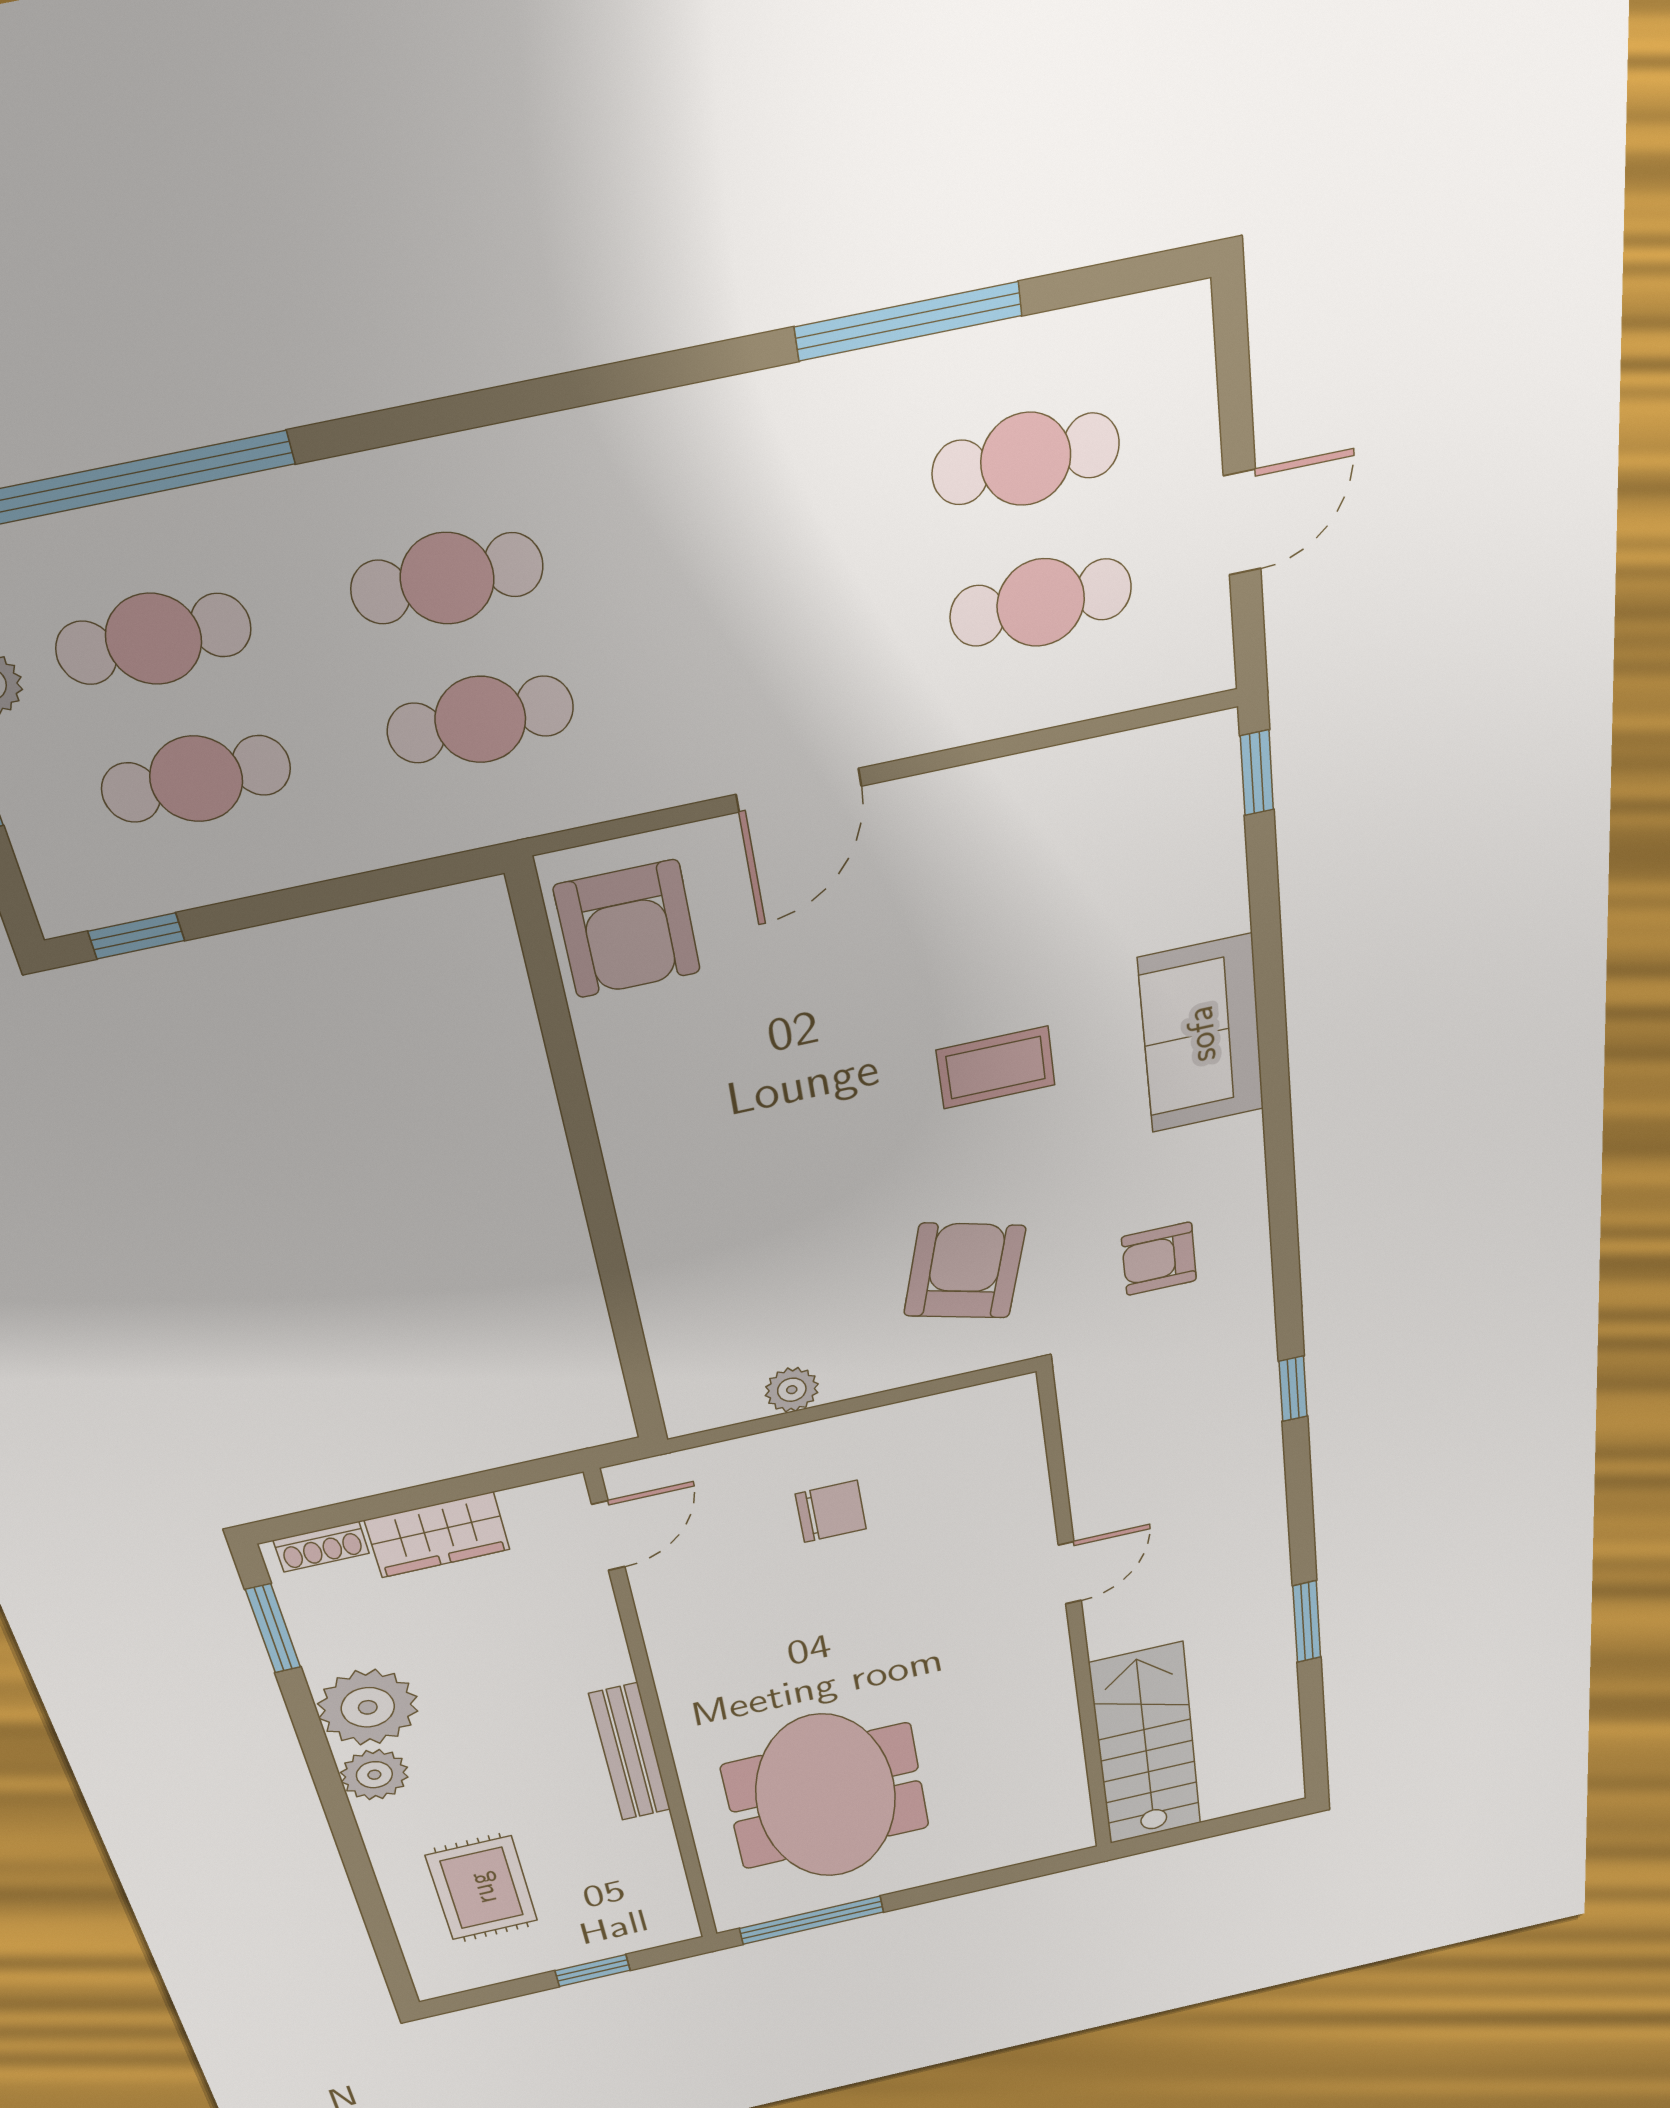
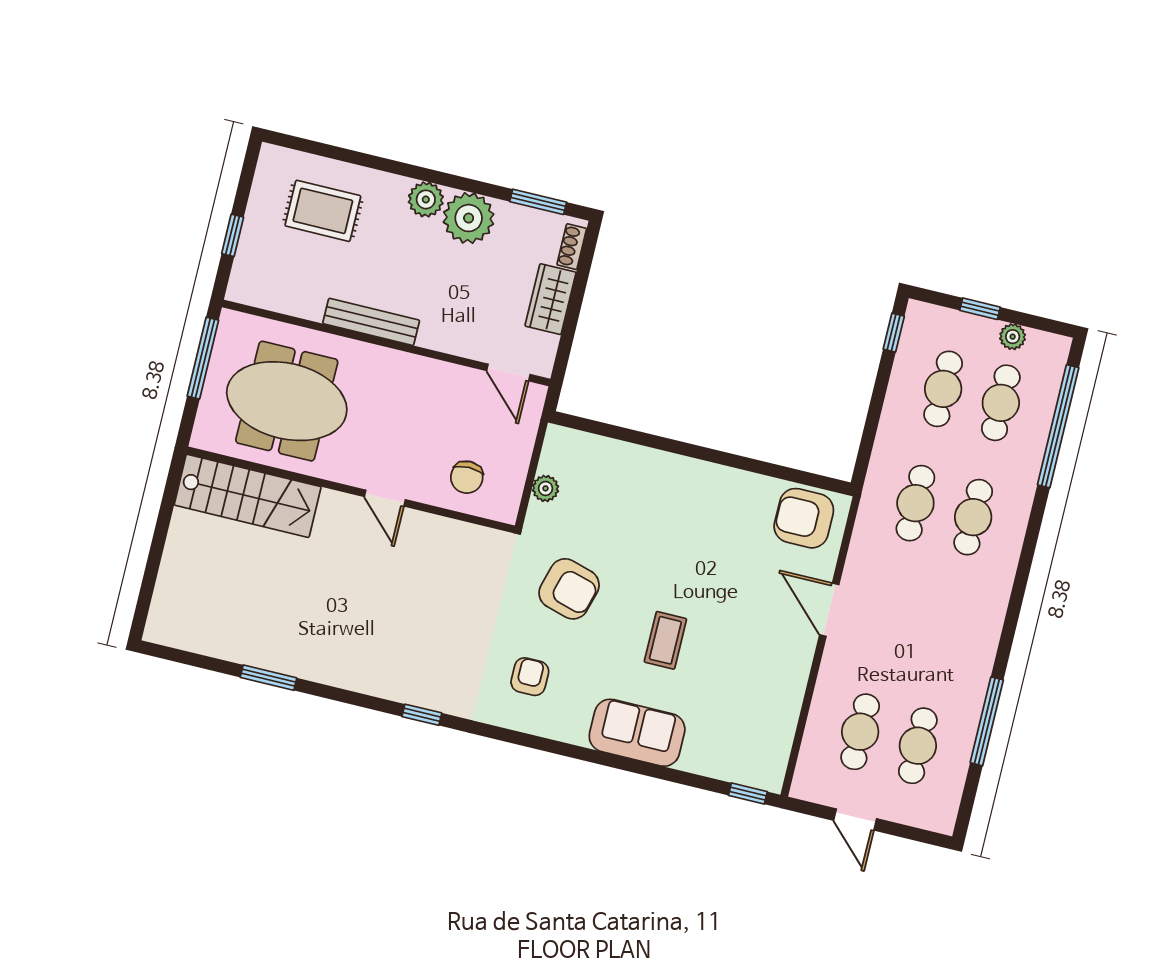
door: (1070, 1573) -> (385, 498), moved
wall: (1076, 1623) -> (351, 490), moved
stairs: (1146, 1745) -> (248, 496), moved

